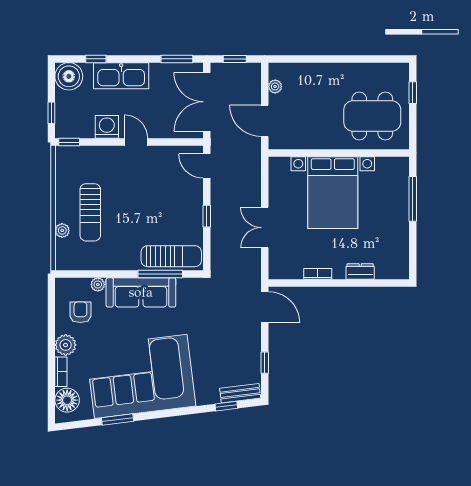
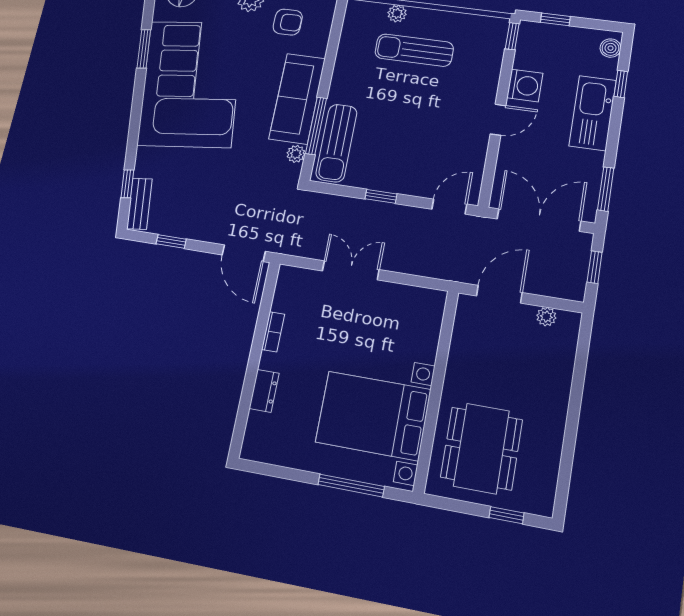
boiler: (69, 76) -> (610, 48), width x0.54, depth x0.54
bed with nightstands: (333, 193) -> (373, 416), moved
plant: (98, 285) -> (296, 154), moved
door: (265, 307) -> (244, 253), hinge flipped

